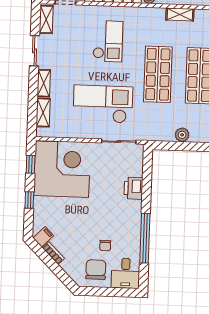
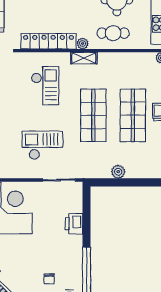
shelving: (180, 14) -> (84, 58), moved
checkout: (103, 104) -> (42, 145), width x0.73, depth x0.83

